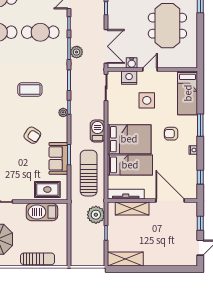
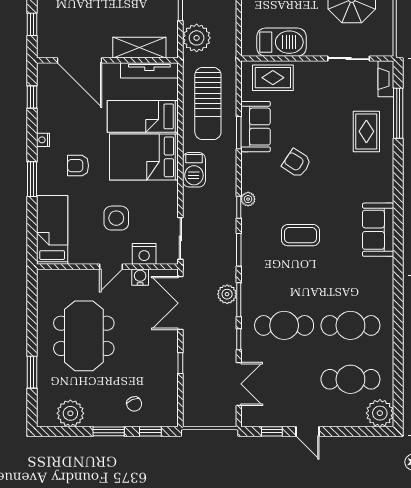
armchair: (171, 134) -> (78, 166), turned 180

